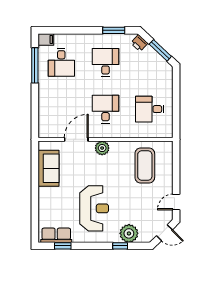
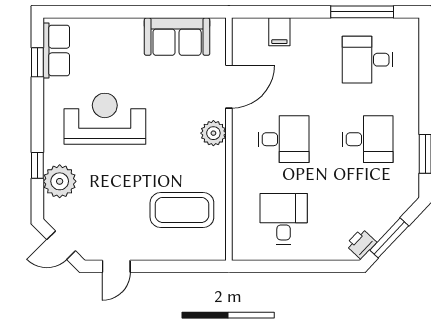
filing cabinet: (46, 39) -> (279, 32), moved
printer: (139, 43) -> (361, 244), moved
door: (76, 139) -> (229, 87), hinge flipped
door: (176, 202) -> (116, 266), swing flipped
reception desk: (94, 208) -> (105, 119), turned 180
door: (164, 233) -> (61, 245), hinge flipped

